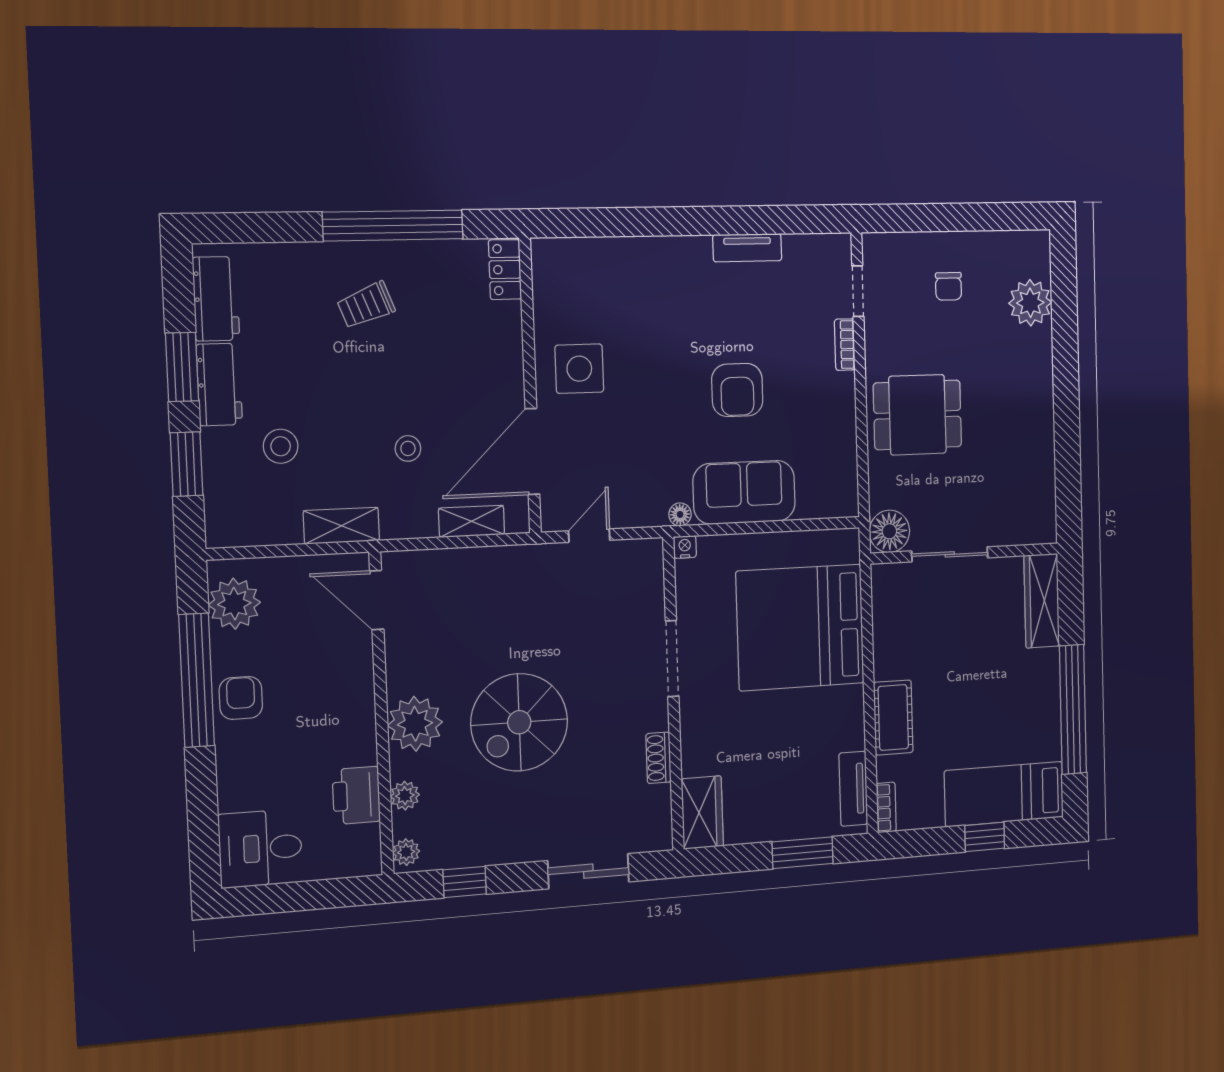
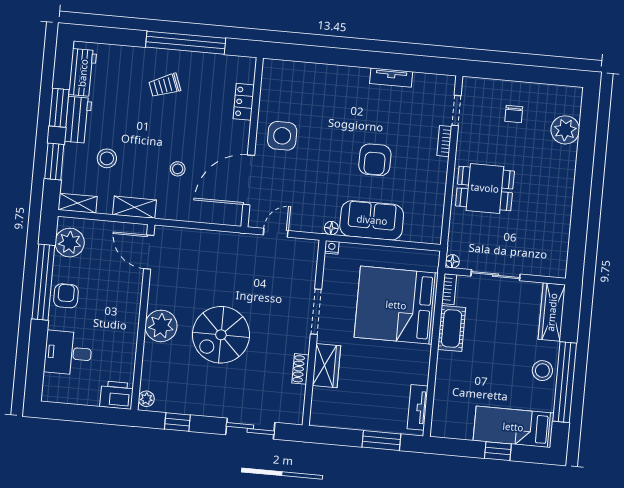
locker: (505, 270) -> (244, 102), moved
shelving: (472, 521) -> (78, 203), moved
floor lamp: (889, 531) -> (452, 261), width x0.53, depth x0.53
stool: (1038, 697) -> (542, 371), added
cot: (893, 718) -> (452, 329), moved
printer: (356, 795) -> (117, 395), moved, turned 90
plant: (405, 796) -> (150, 366), removed
bookcase: (886, 807) -> (449, 289), moved
wardrobe: (702, 813) -> (326, 366), moved
desk: (260, 848) -> (68, 353), moved

